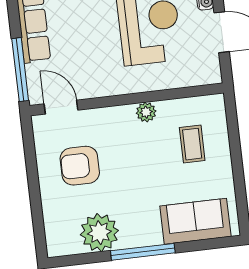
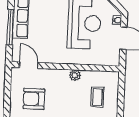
window: (20, 70) -> (10, 27), moved

